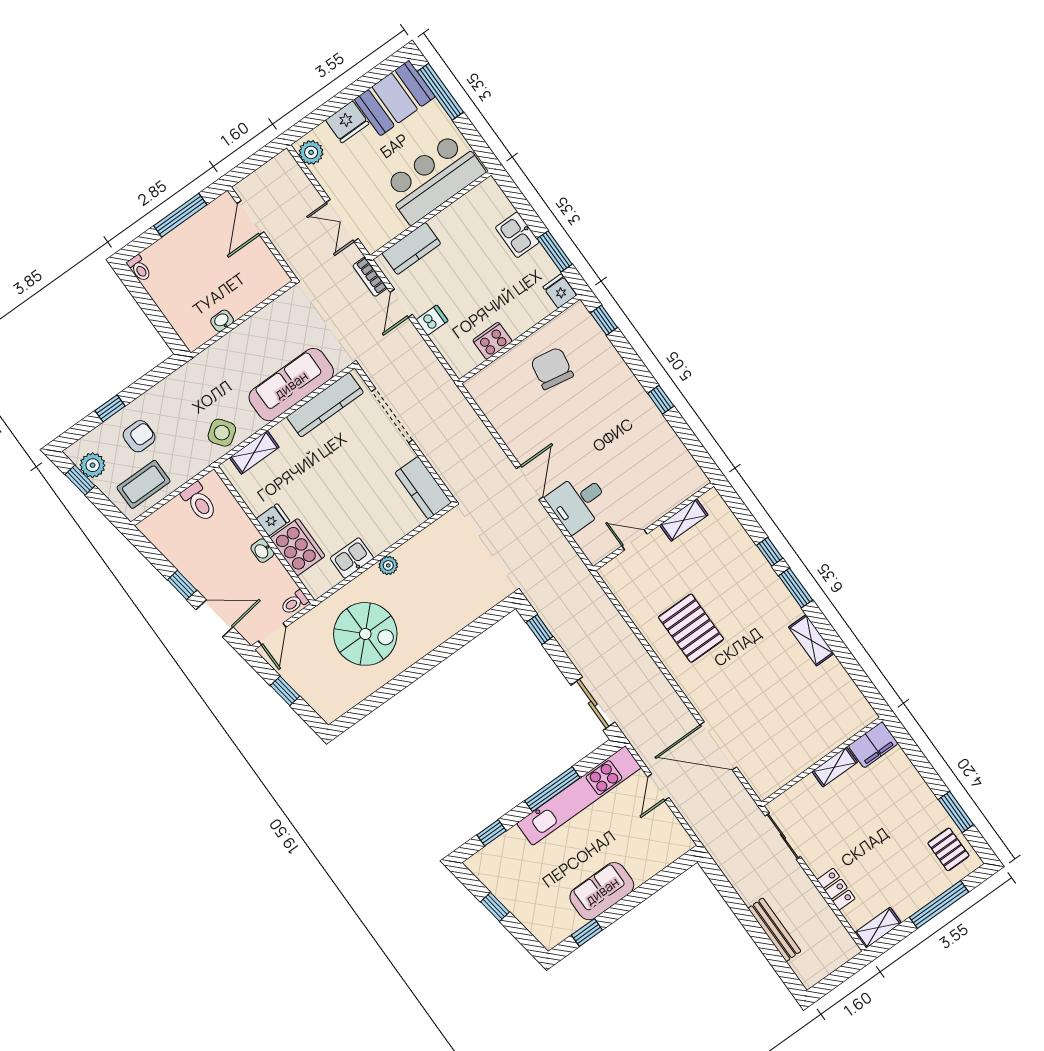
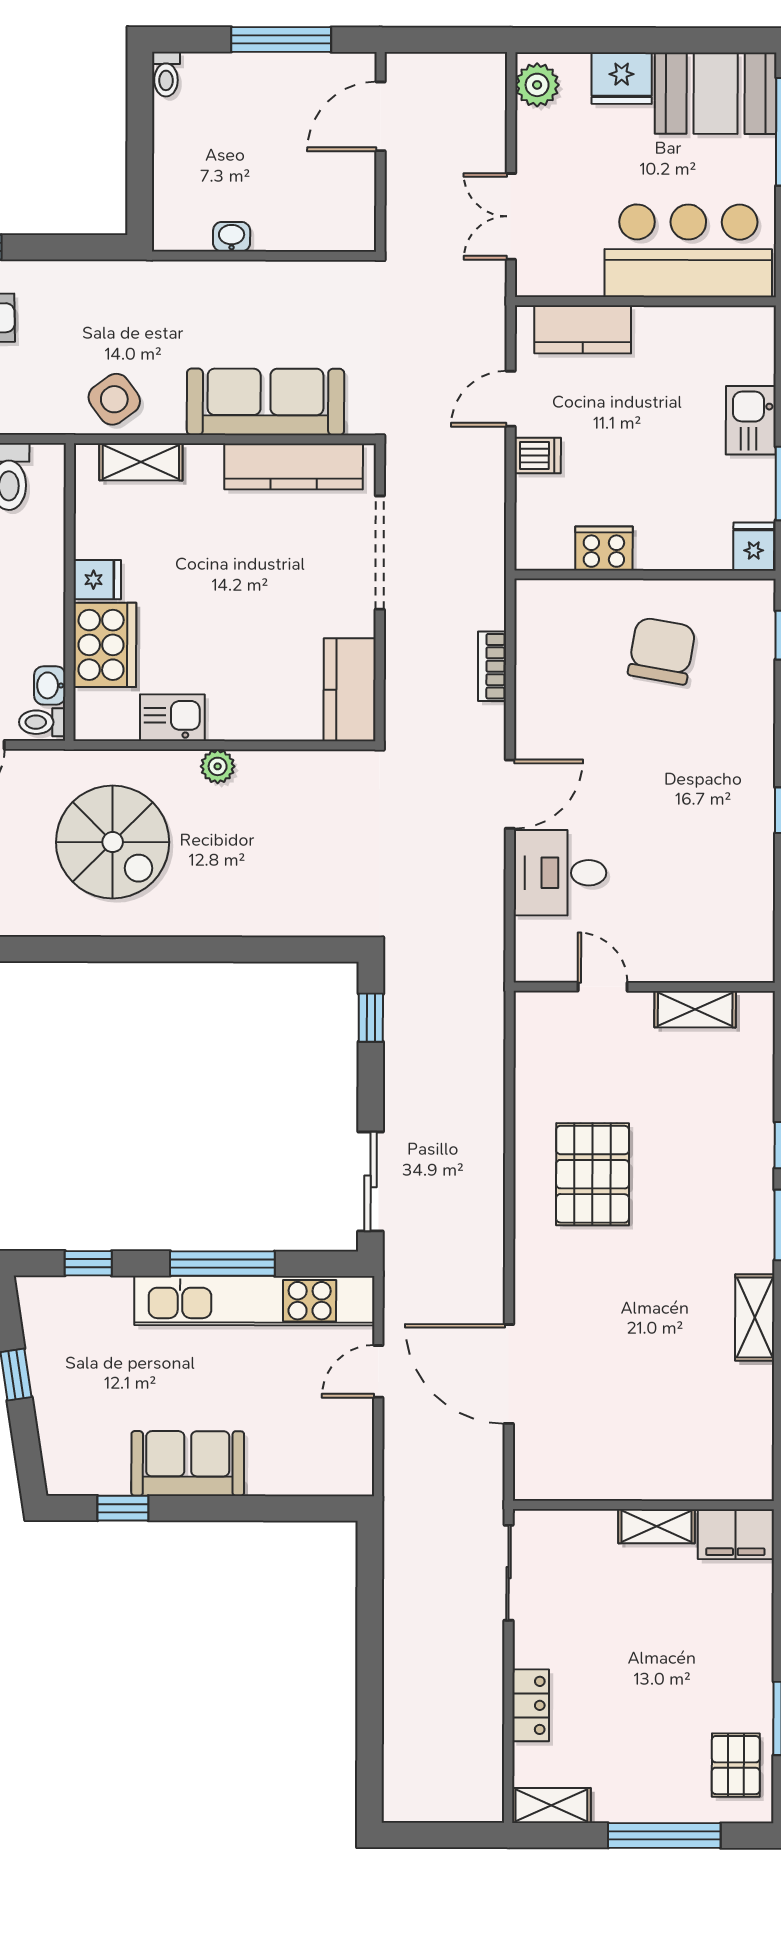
bookcase: (370, 277) -> (492, 666), moved
washbasin: (262, 551) -> (50, 685), moved
bench: (774, 930) -> (398, 1700), removed

